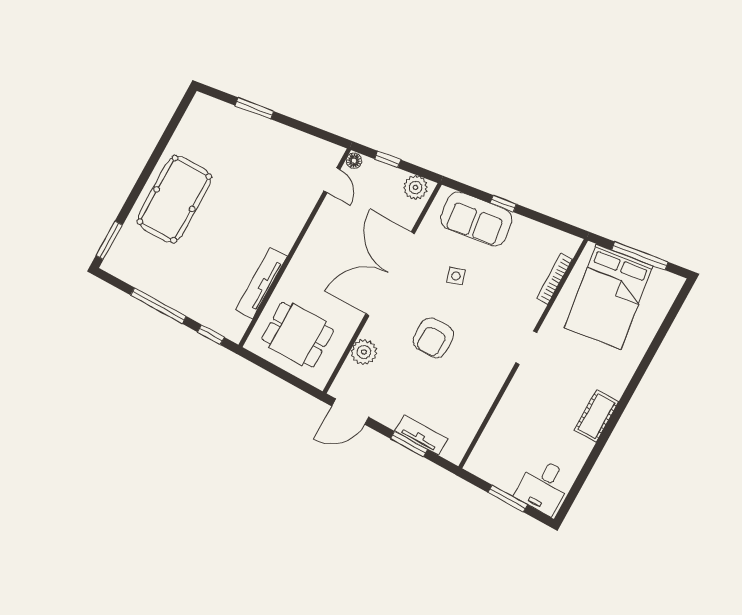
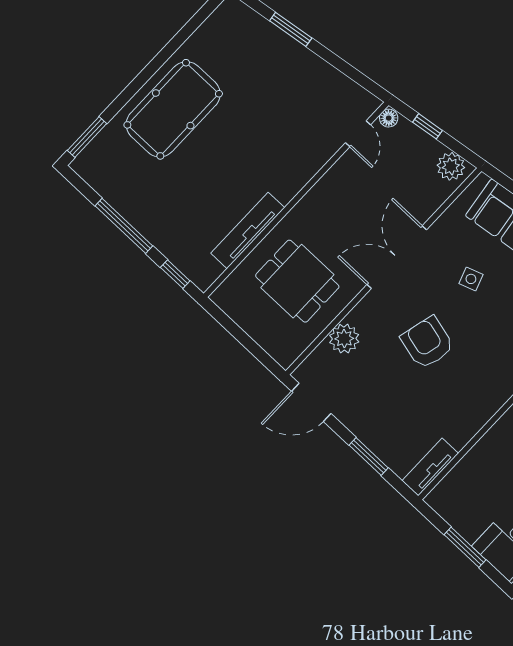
double door: (390, 274) -> (397, 257), width x0.73
dining table: (298, 335) -> (297, 281), moved
armchair: (433, 338) -> (427, 343), turned 104
tv unit: (421, 435) -> (430, 467), moved, turned -90

